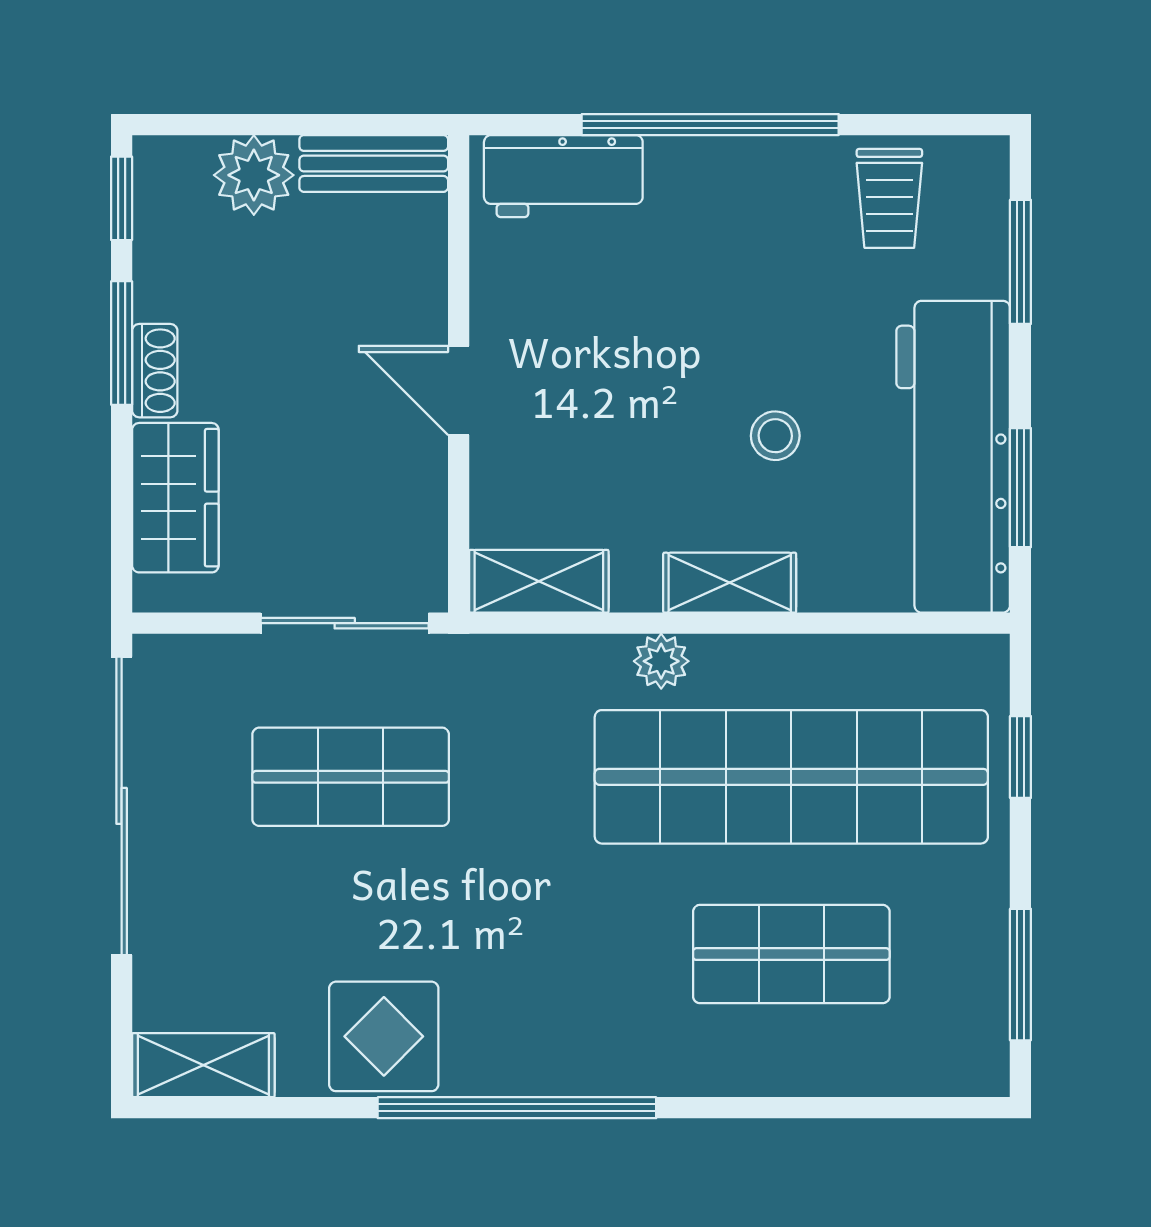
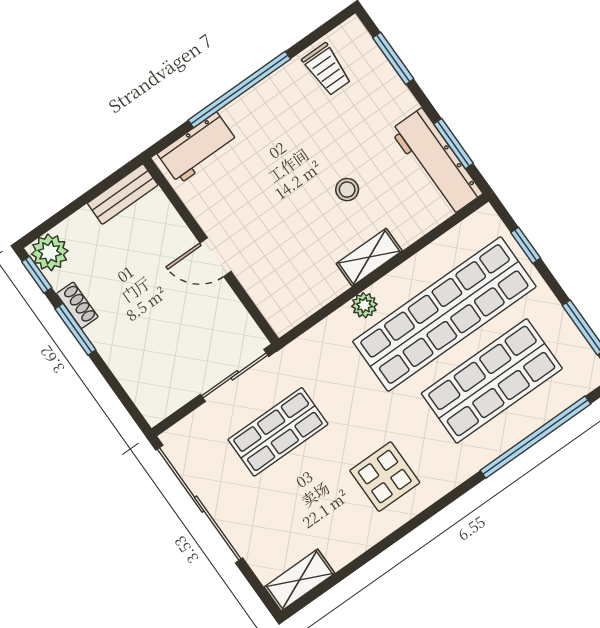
plant: (254, 175) -> (50, 252), moved
shoe rack: (155, 371) -> (77, 305), moved
workbench: (953, 457) -> (436, 162), width x0.73, depth x0.76
wardrobe: (175, 498) -> (137, 373), removed
shelving: (539, 581) -> (297, 308), removed
shop shelf: (791, 954) -> (492, 381), width x1.43, depth x1.36
display table: (384, 1036) -> (385, 477), moved
window: (517, 1108) -> (535, 437), moved

